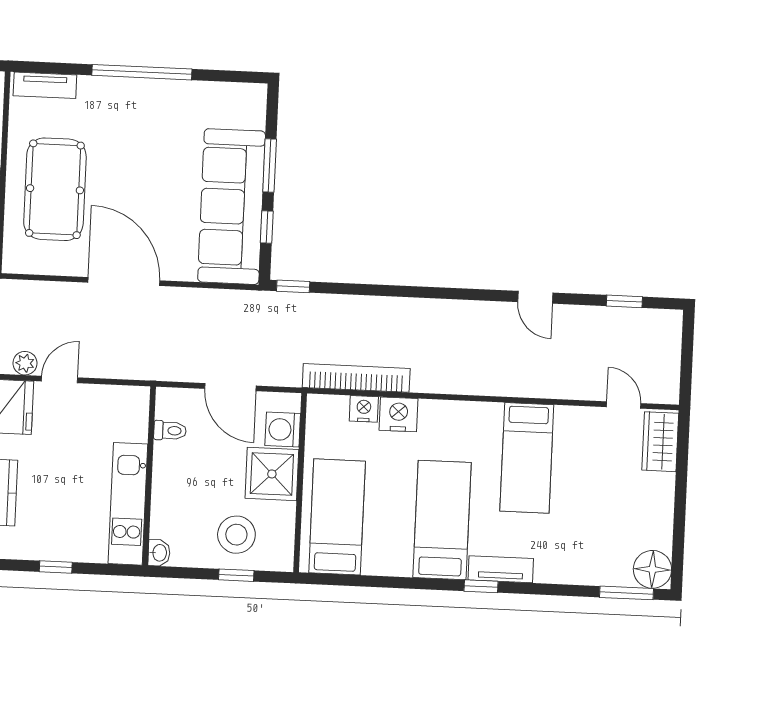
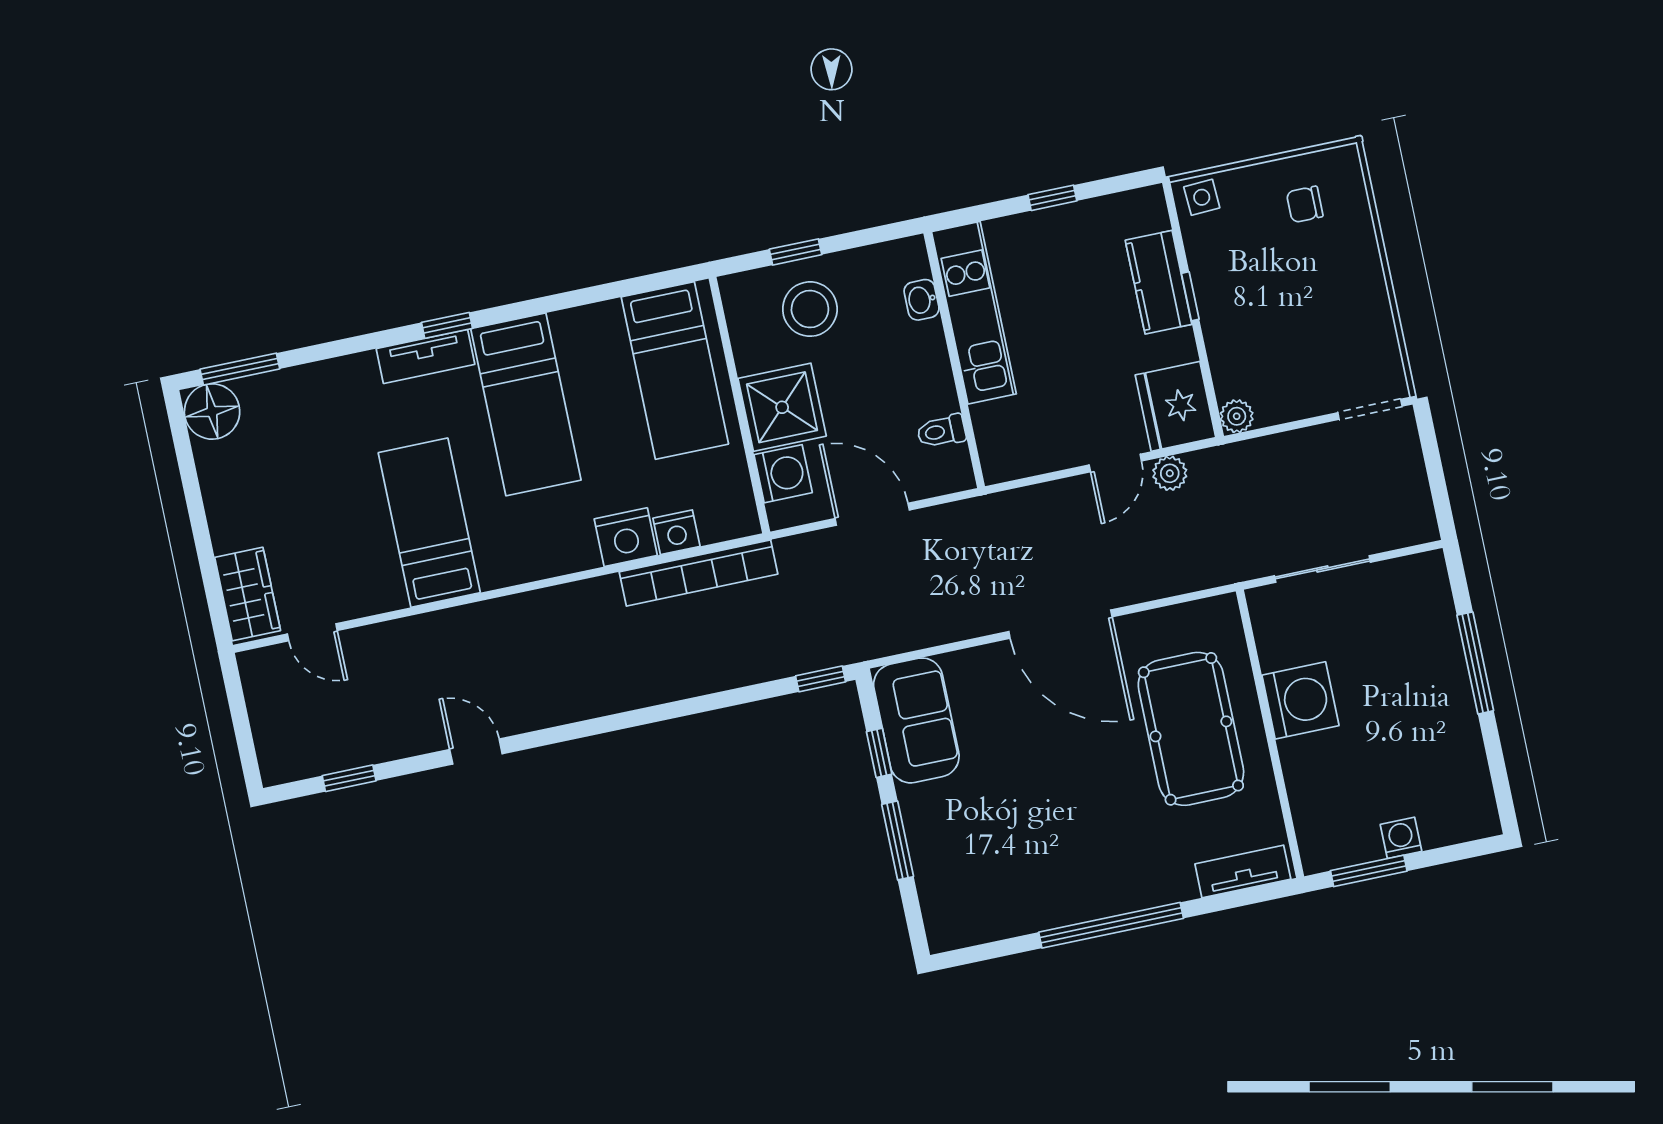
sofa: (232, 207) -> (916, 720), width x0.54, depth x0.79
washbasin: (159, 553) -> (922, 300), moved

